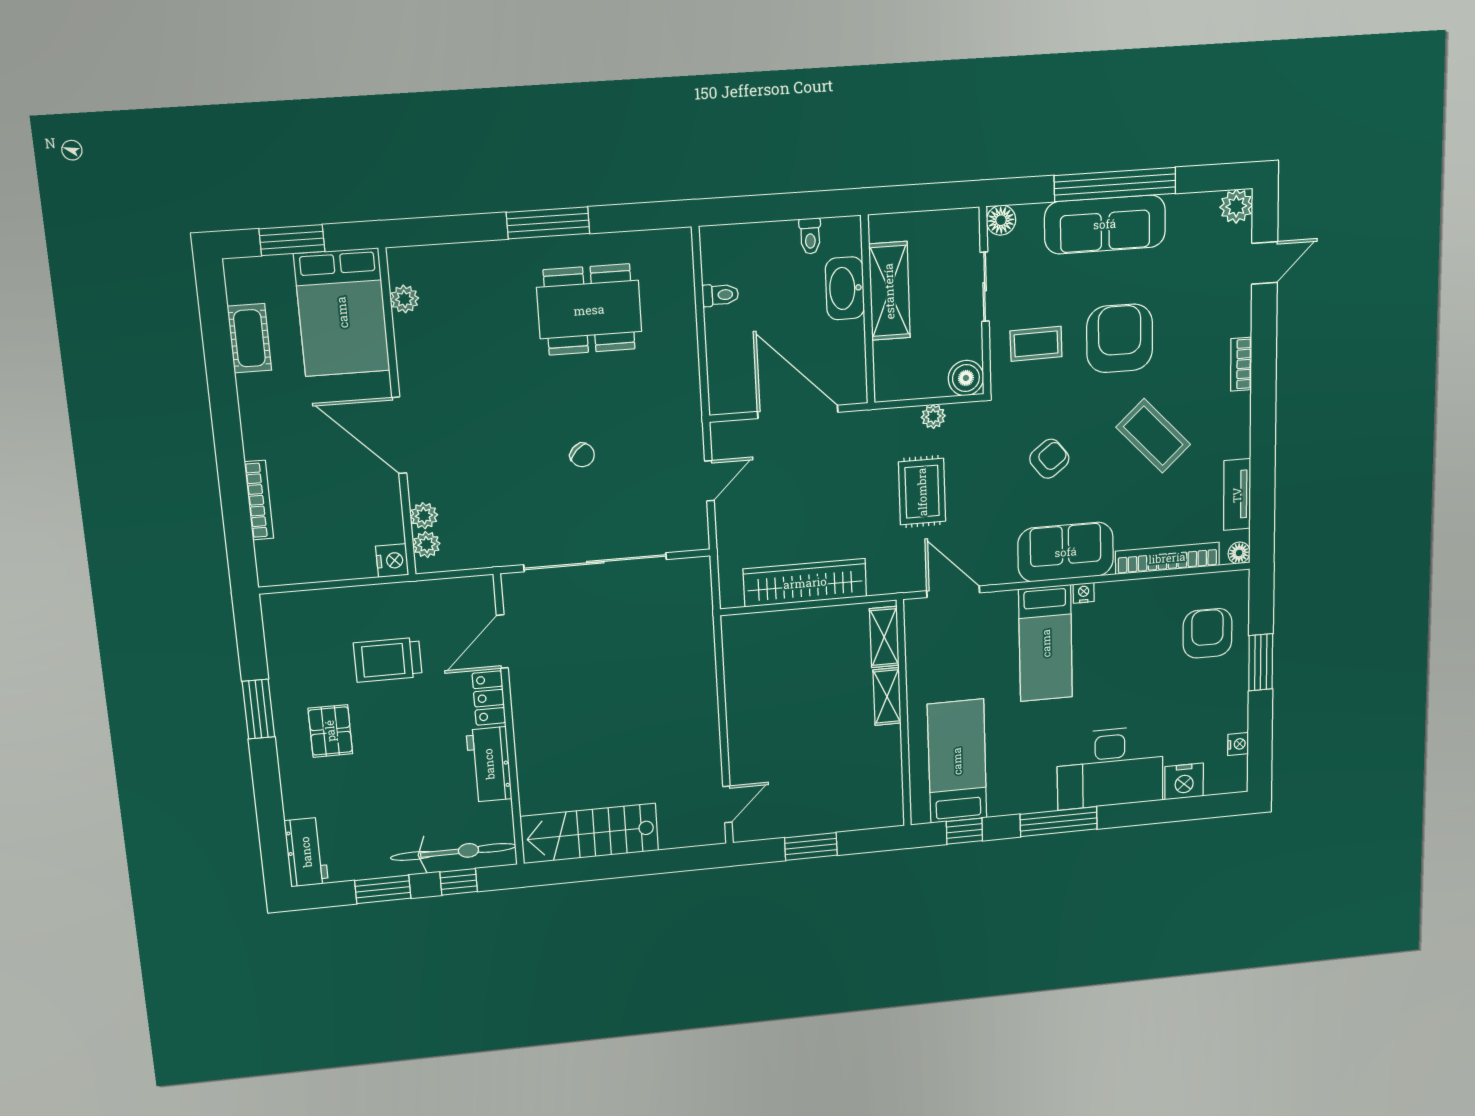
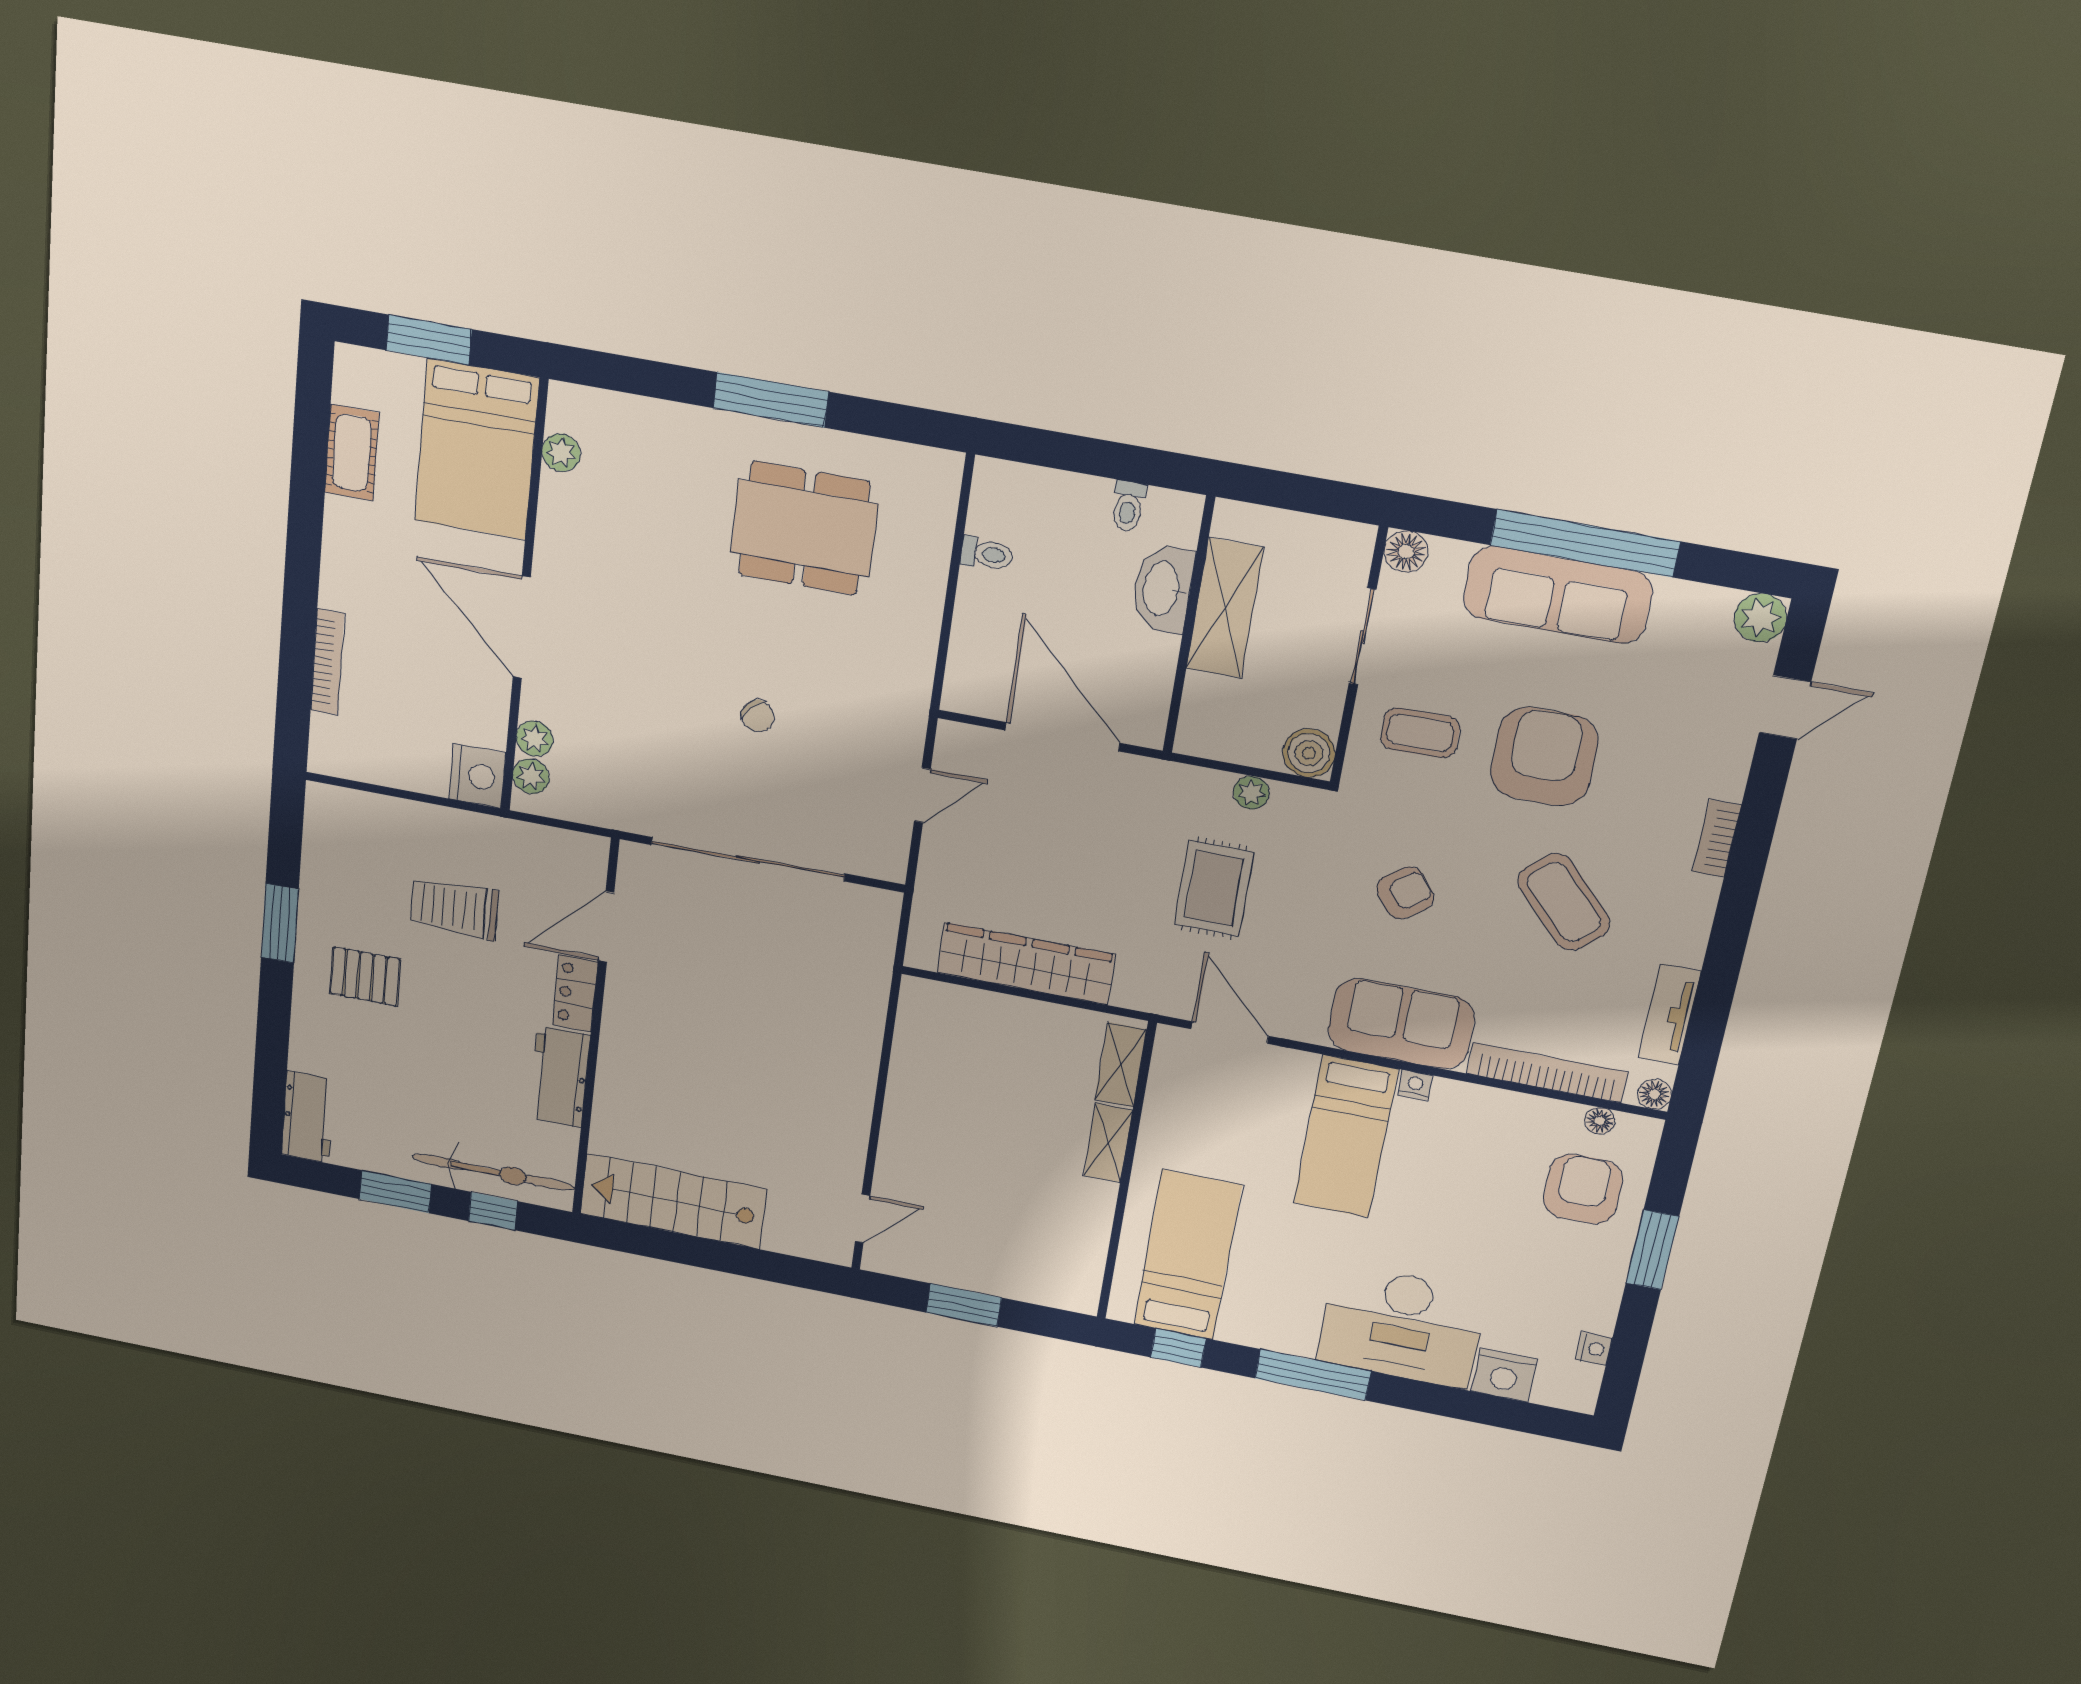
nightstand: (392, 561) -> (477, 776), width x1.36, depth x1.33
floor lamp: (1208, 582) -> (1600, 1121), added
pallet: (330, 731) -> (365, 976), turned 90

